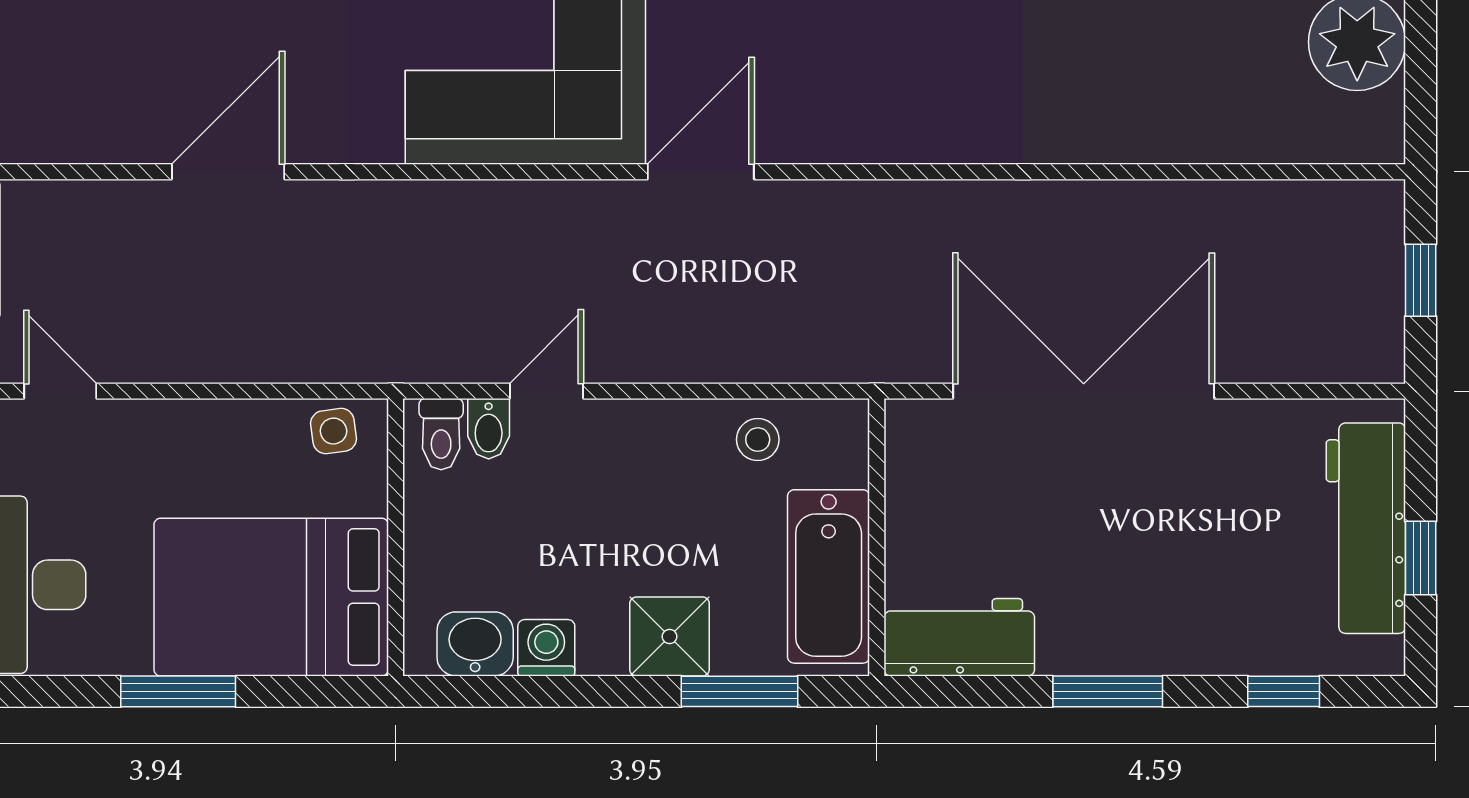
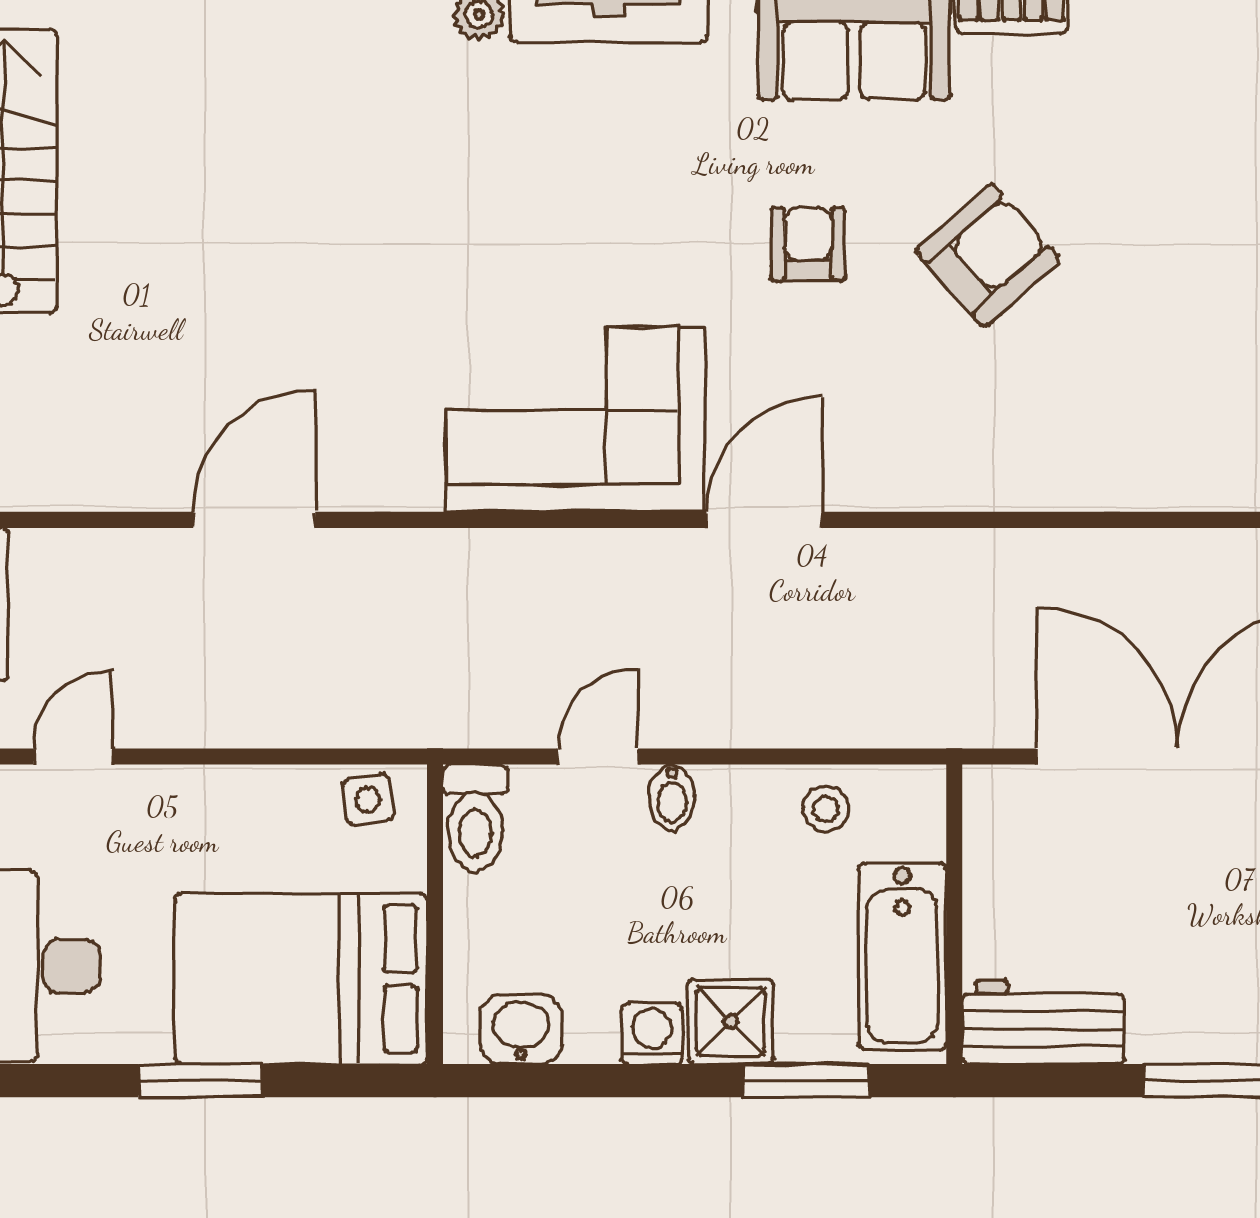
door: (60, 391) -> (73, 757), hinge flipped
bidet: (489, 429) -> (672, 797), moved
toilet: (441, 434) -> (475, 818), width x1.37, depth x1.39
washing machine: (546, 648) -> (652, 1034), moved

